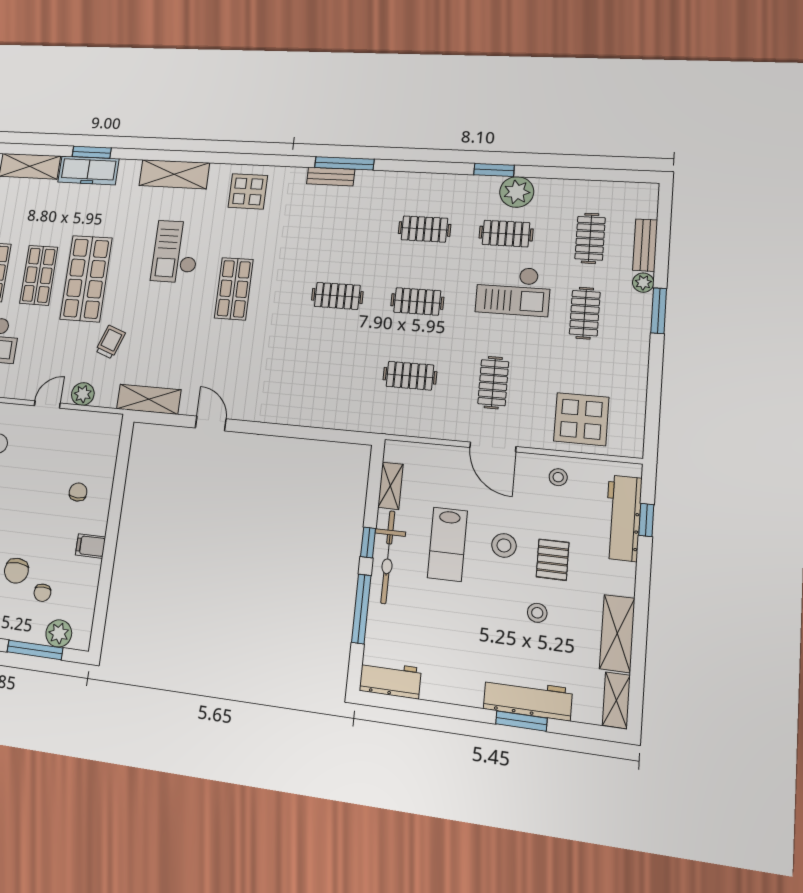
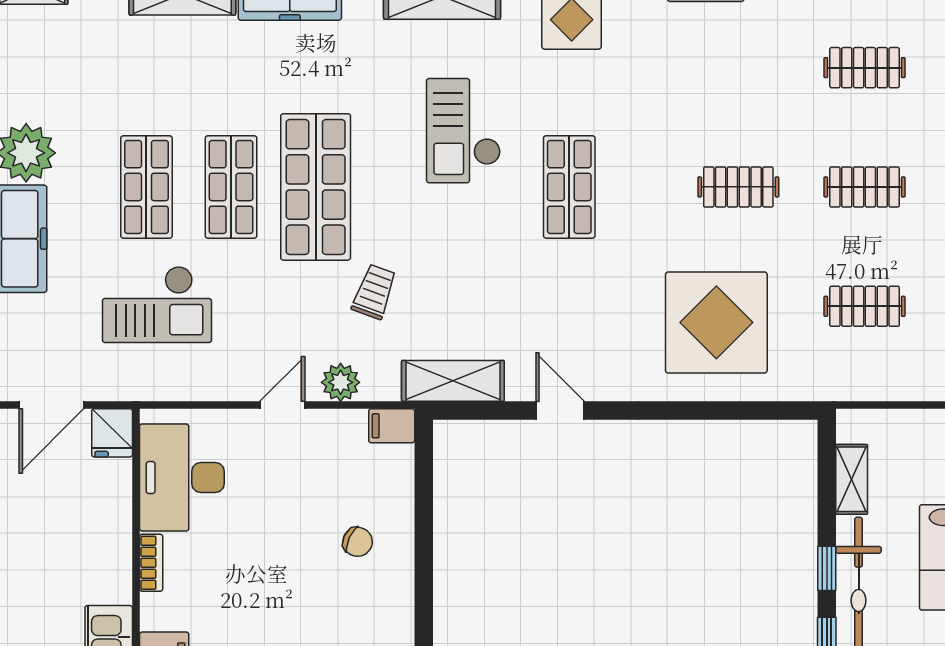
display table: (314, 378) -> (716, 322), added
chair: (78, 492) -> (358, 542), turned 115
filing cabinet: (91, 546) -> (392, 426), moved

